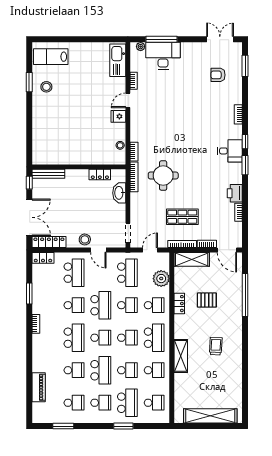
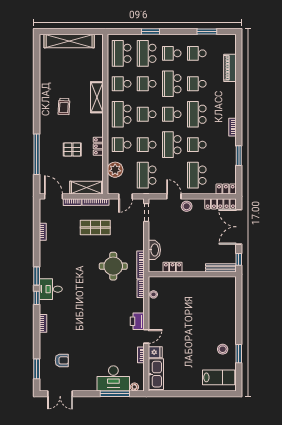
fridge: (118, 116) -> (155, 352), moved
printer: (235, 193) -> (137, 321), moved, turned 180
school desk: (154, 403) -> (122, 53), width x1.85

